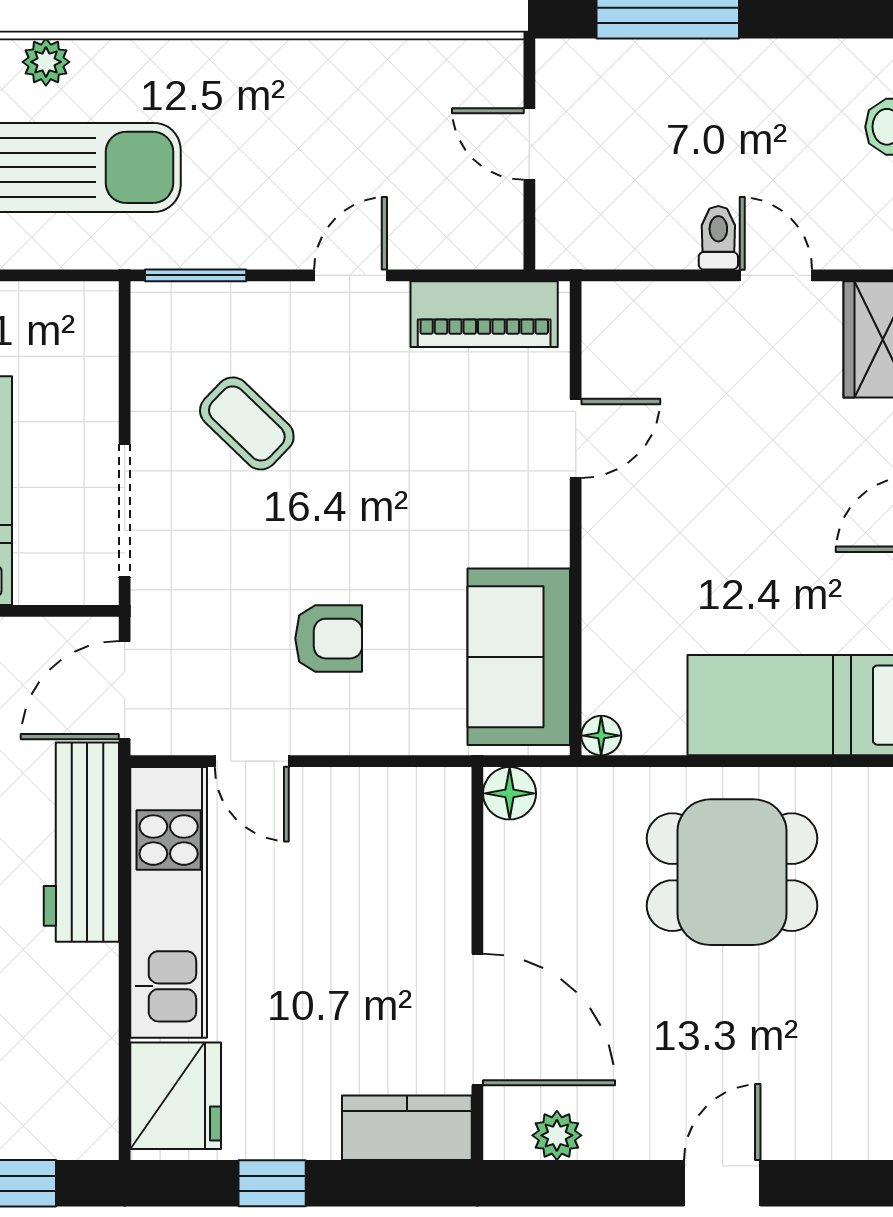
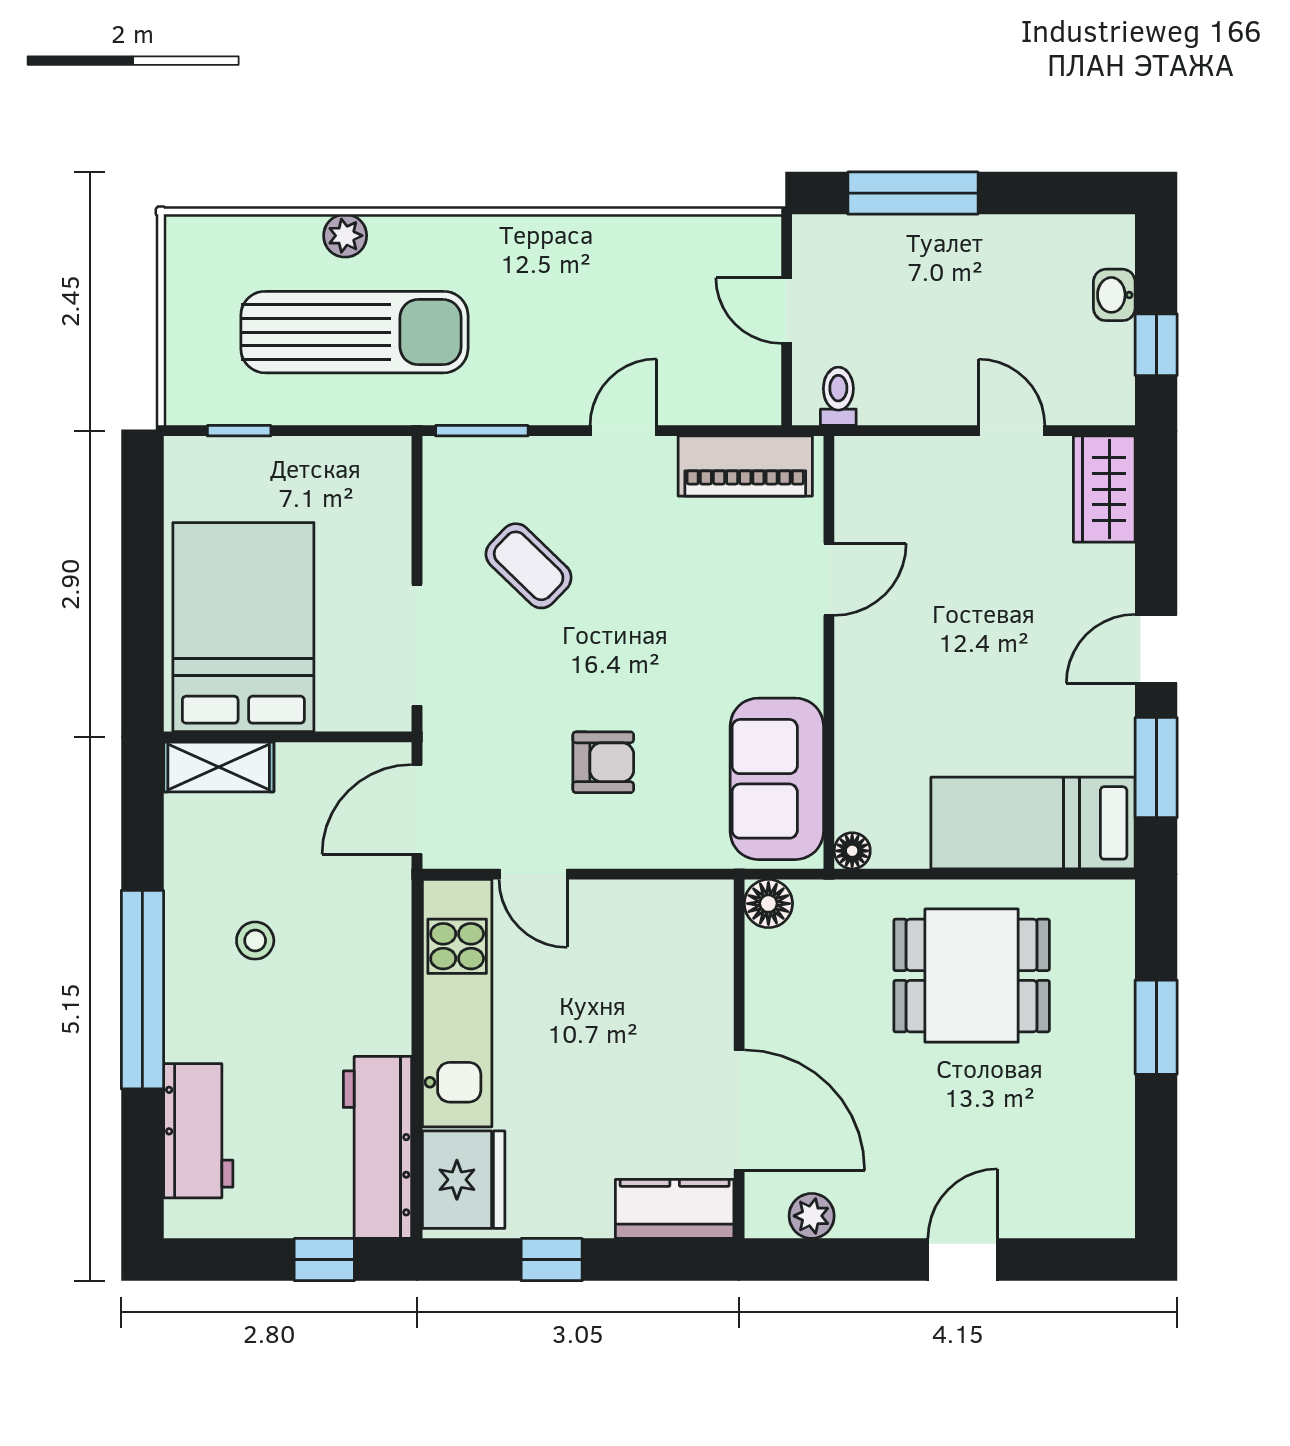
toilet: (718, 238) -> (838, 396), moved
workbench: (81, 842) -> (377, 1147), moved

